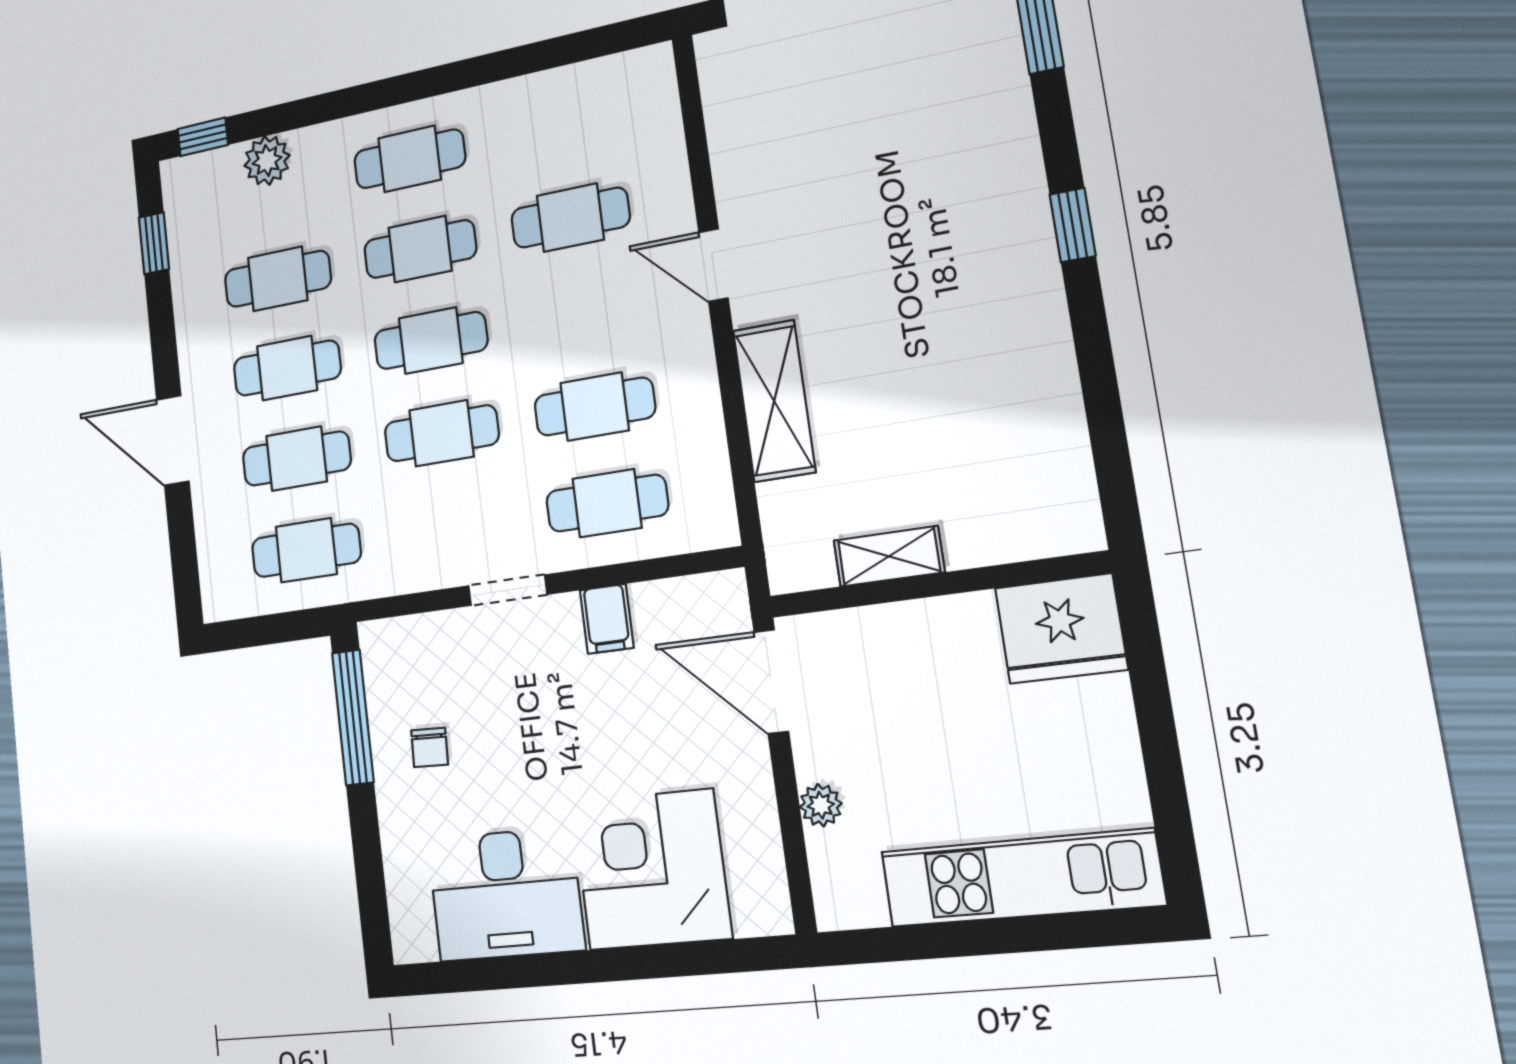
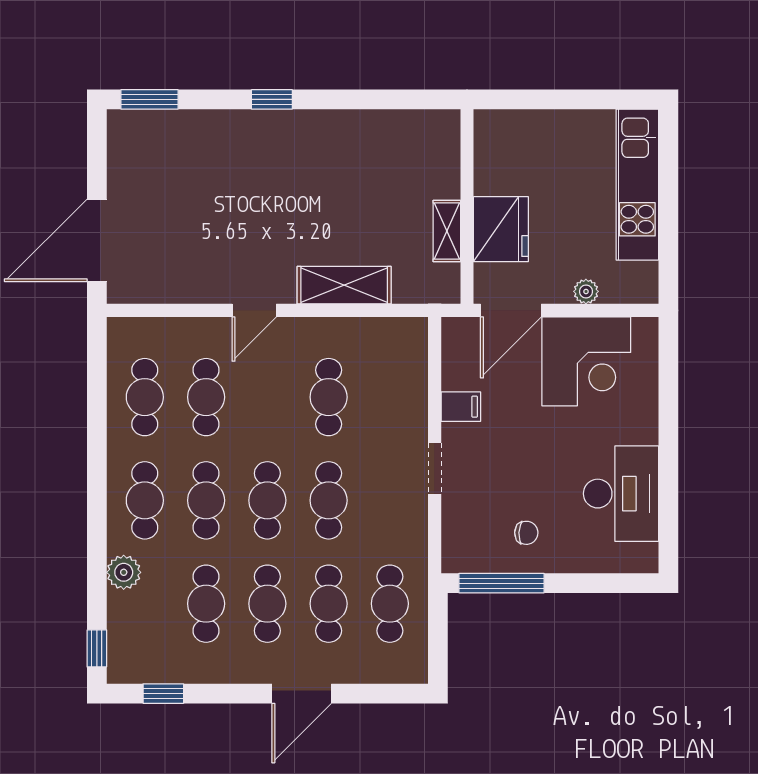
plant: (267, 160) -> (124, 572), moved
cafe table: (607, 503) -> (145, 397), moved
fridge: (1061, 629) -> (501, 229), moved
corner desk: (651, 870) -> (586, 361), moved, turned -90

